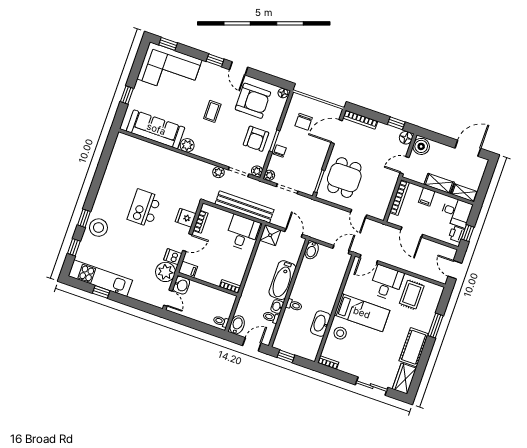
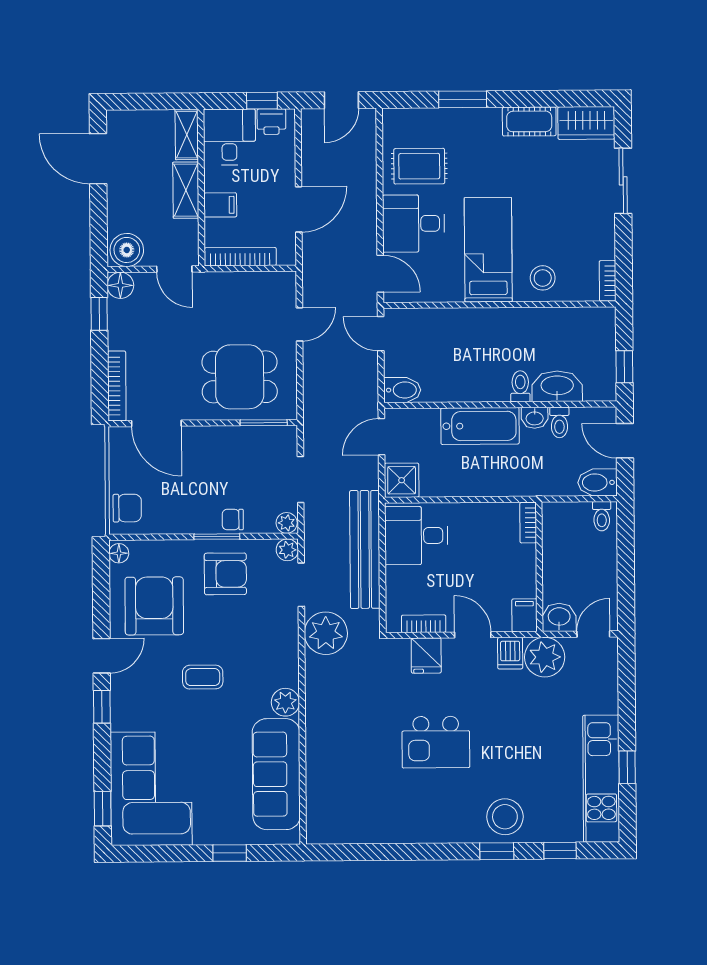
chair: (304, 122) -> (127, 508), moved
plant: (218, 172) -> (326, 633), width x1.88, depth x1.88
washbasin: (321, 324) -> (557, 386), moved, turned 180
cot: (414, 347) -> (529, 121), width x0.73, depth x0.75

